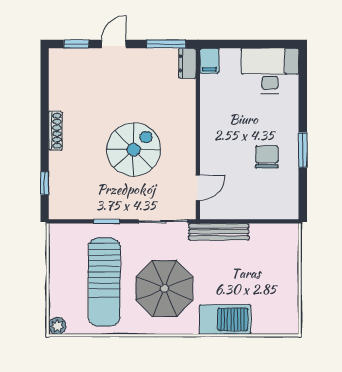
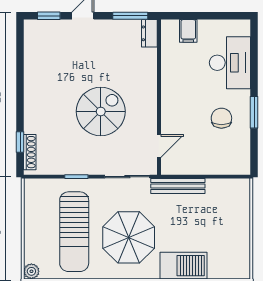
filing cabinet: (209, 61) -> (188, 31), moved
desk: (270, 71) -> (230, 63), moved, turned 90
shoe rack: (55, 131) -> (30, 152), moved

